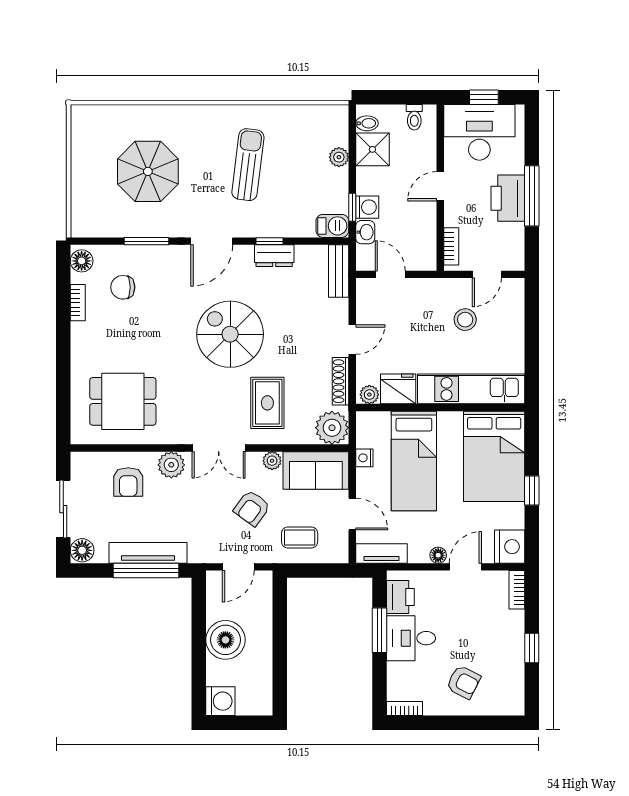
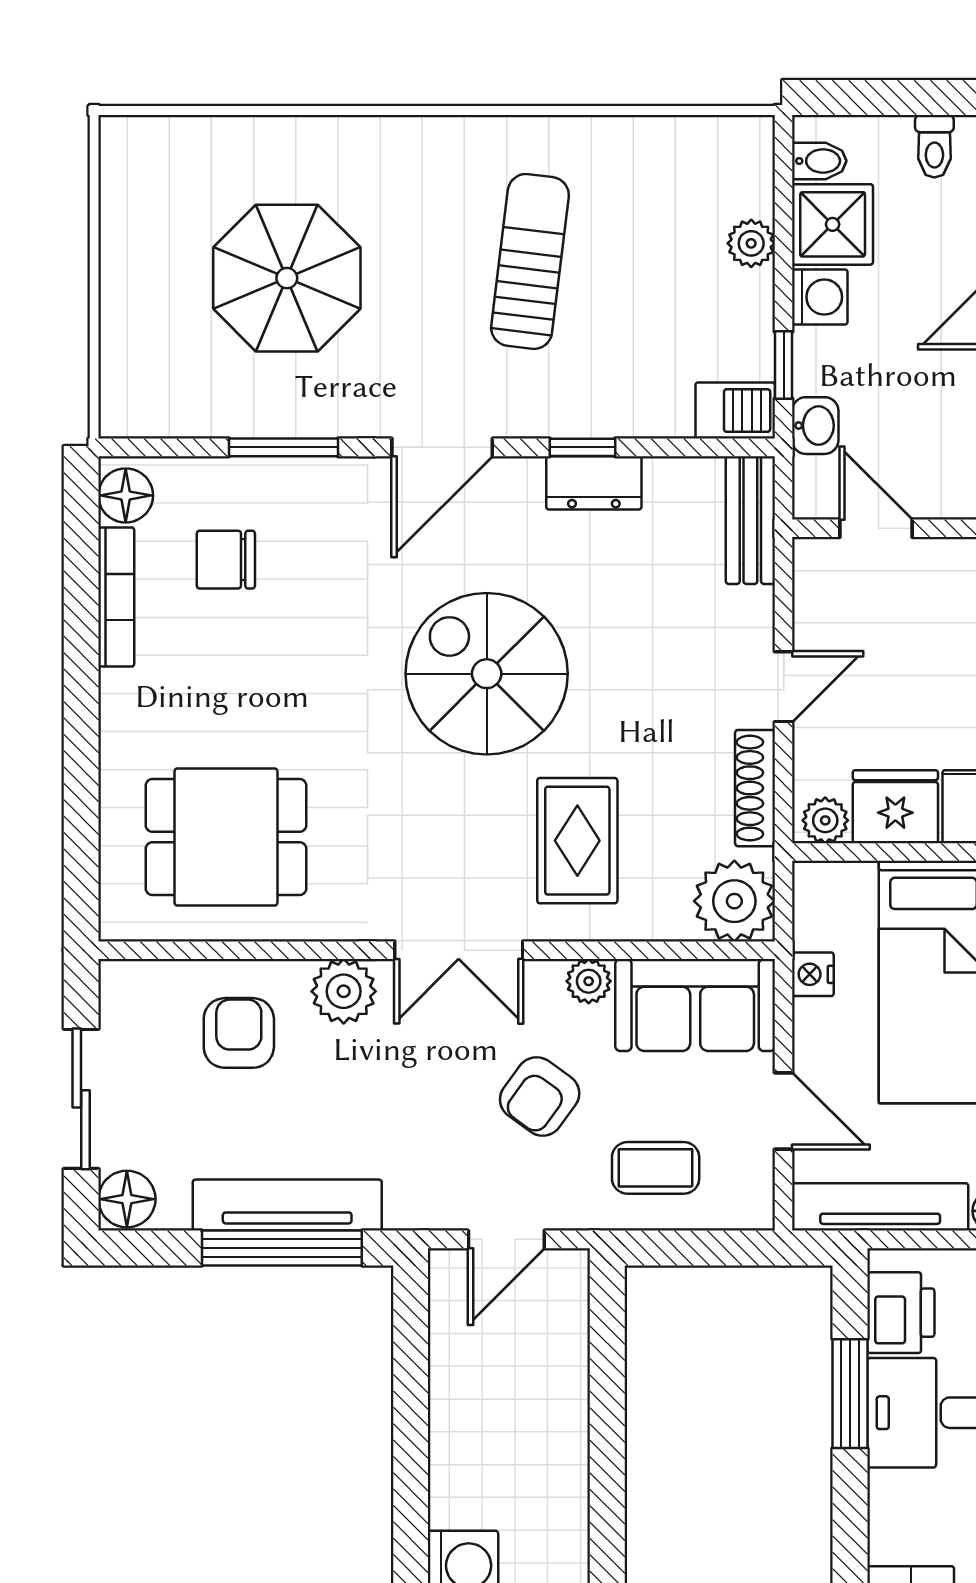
washing machine: (367, 207) -> (820, 297), moved
bookcase: (78, 303) -> (116, 597), width x1.56
armchair: (128, 482) -> (239, 1033), turned 180
tv unit: (381, 554) -> (880, 1207), width x1.41
boiler: (225, 640) -> (475, 1417), removed

